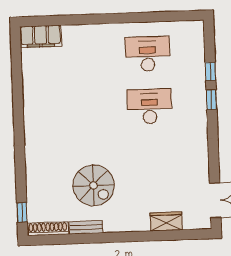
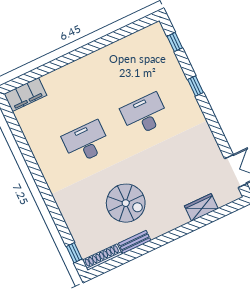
desk: (148, 54) -> (86, 142), moved
window: (210, 71) -> (175, 42), moved

